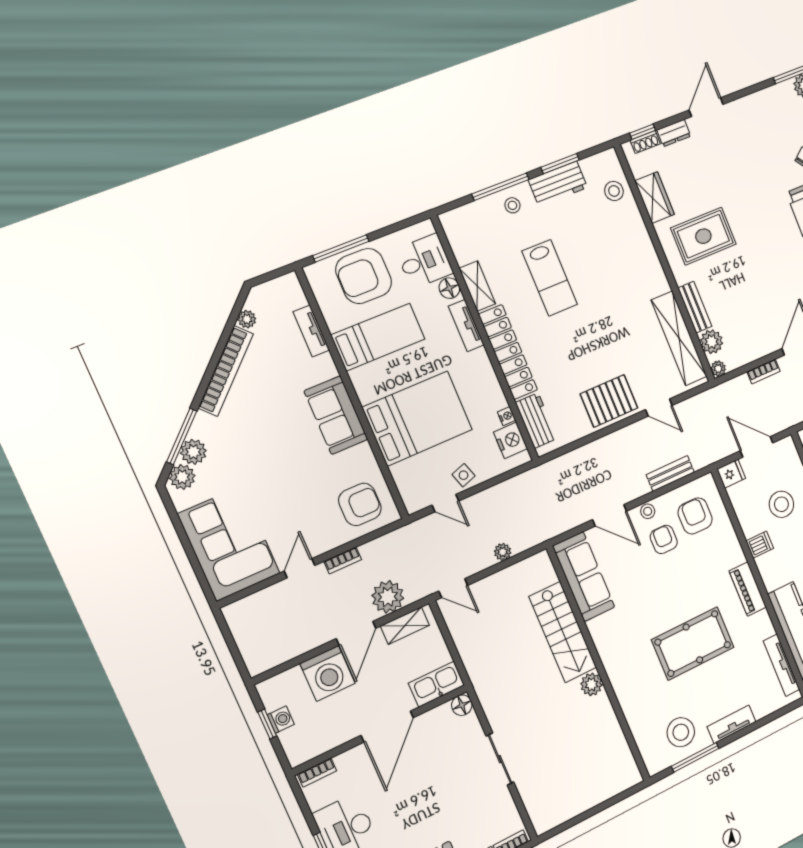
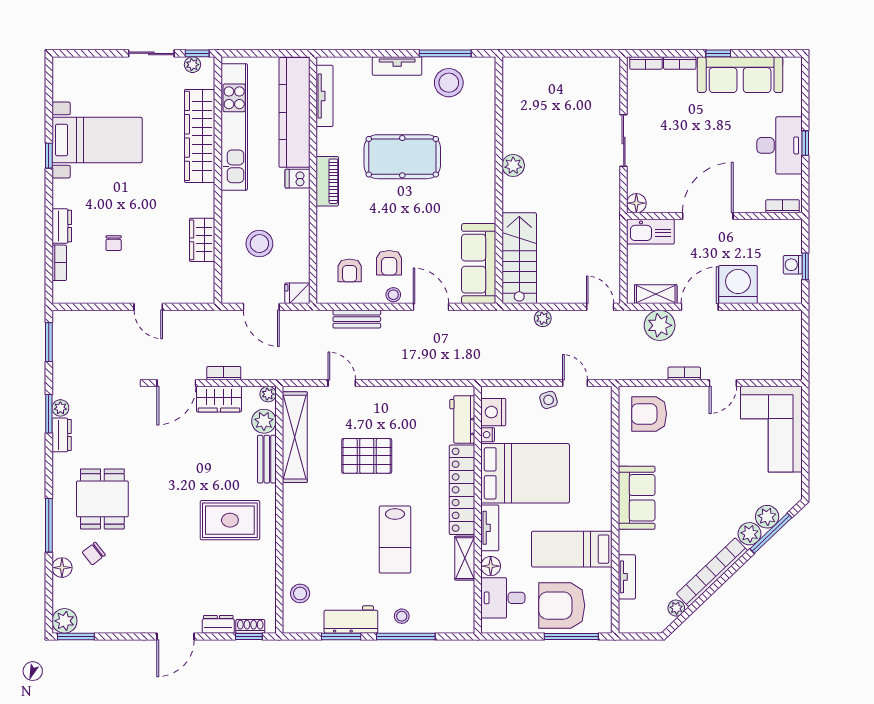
wardrobe: (655, 198) -> (219, 399), moved, turned -90
armchair: (364, 276) -> (562, 606), turned 180
lab bench: (550, 278) -> (395, 540), turned 180
pallet: (609, 401) -> (367, 456), moved
bed: (417, 418) -> (525, 473), moved, turned 180
plant: (182, 477) -> (750, 534), moved
armchair: (695, 516) -> (350, 270), width x0.72, depth x0.72
dishwasher: (760, 545) -> (298, 179), moved
stairs: (563, 632) -> (519, 258), moved

